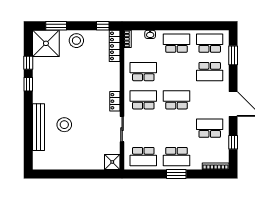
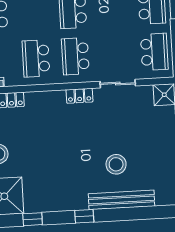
window: (28, 84) -> (84, 216), moved

